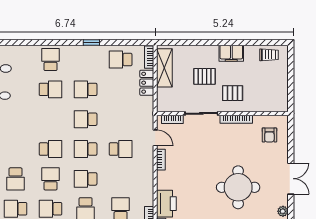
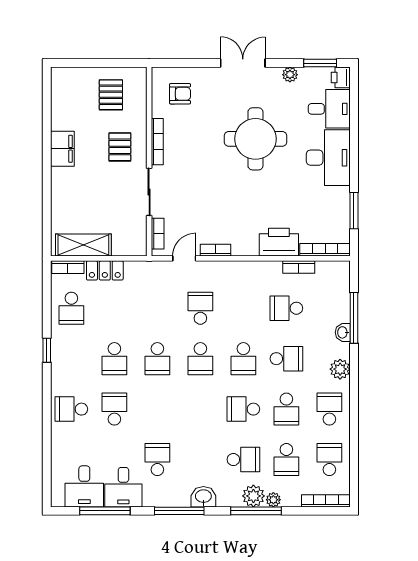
trolley: (269, 55) -> (65, 94), removed
pallet: (204, 76) -> (111, 95), moved
school desk: (51, 149) -> (157, 460), moved

